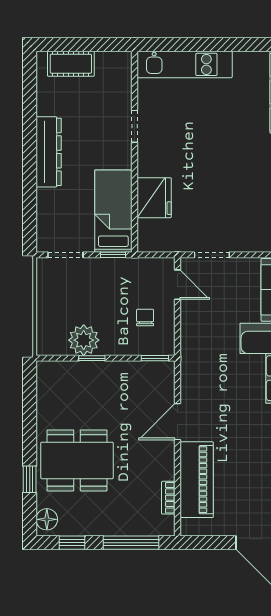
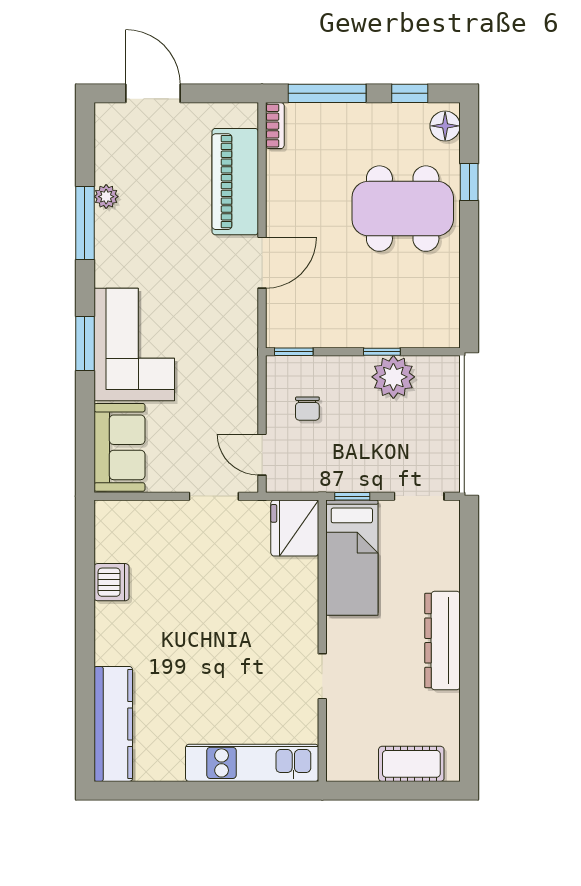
fridge: (154, 198) -> (295, 528), moved
bookcase: (168, 498) -> (275, 126), moved

